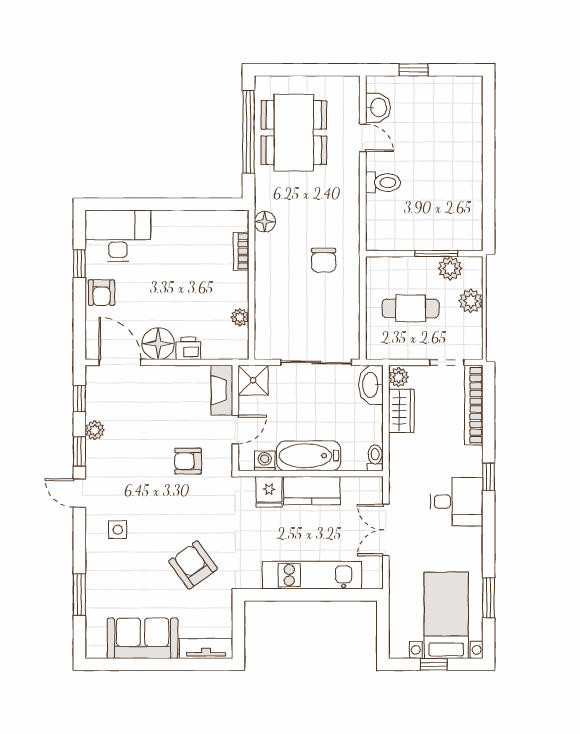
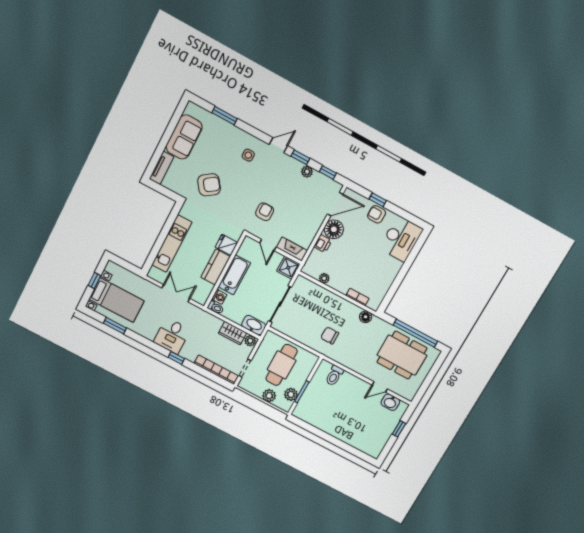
toilet: (383, 183) -> (334, 376), moved
window: (79, 264) -> (378, 200), moved
cafe table: (411, 308) -> (282, 365), width x1.37, depth x1.35
washing machine: (265, 461) -> (219, 297), moved

